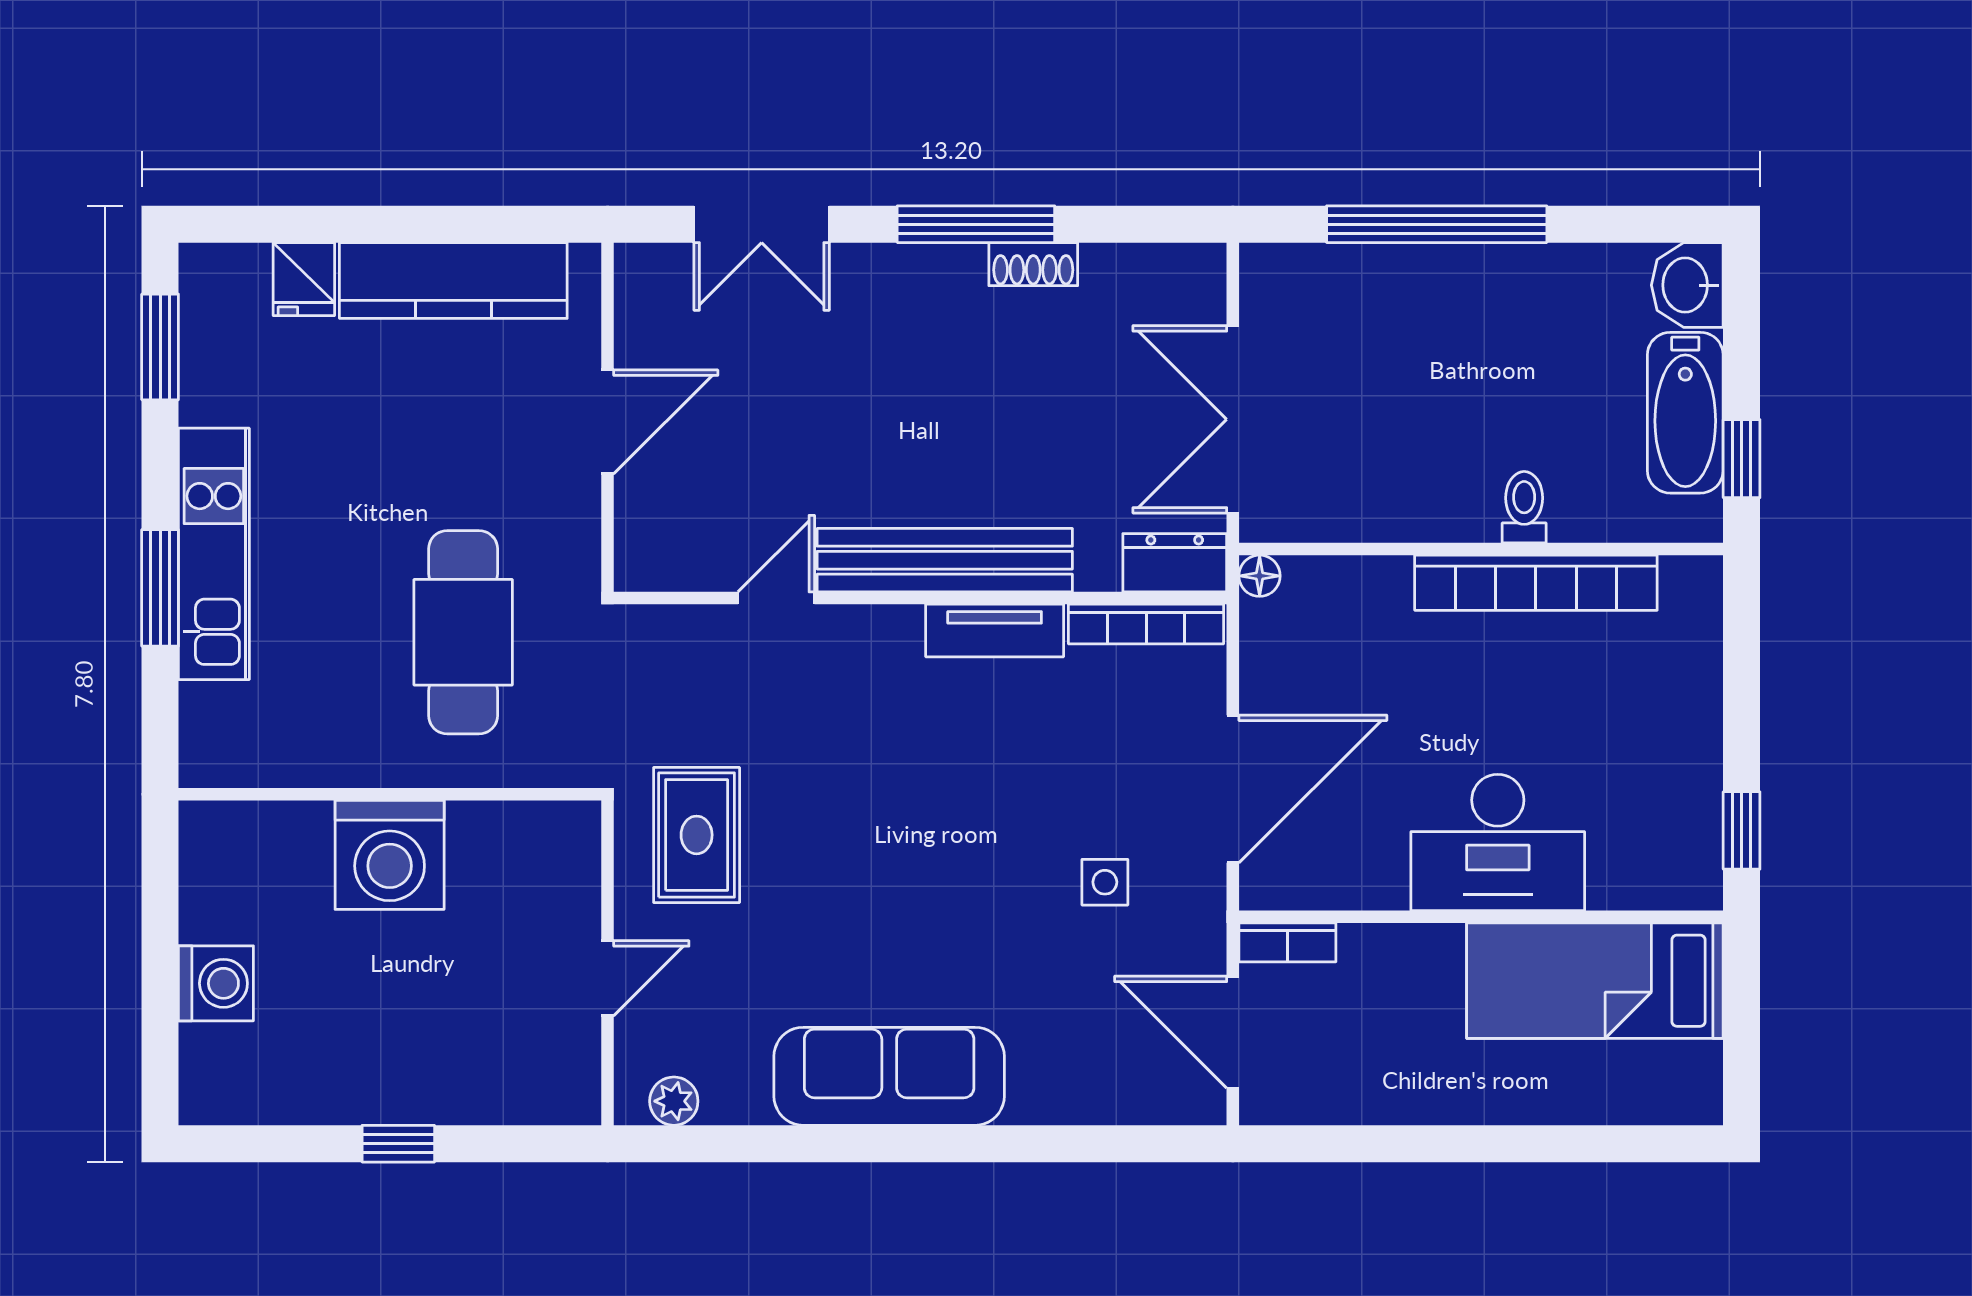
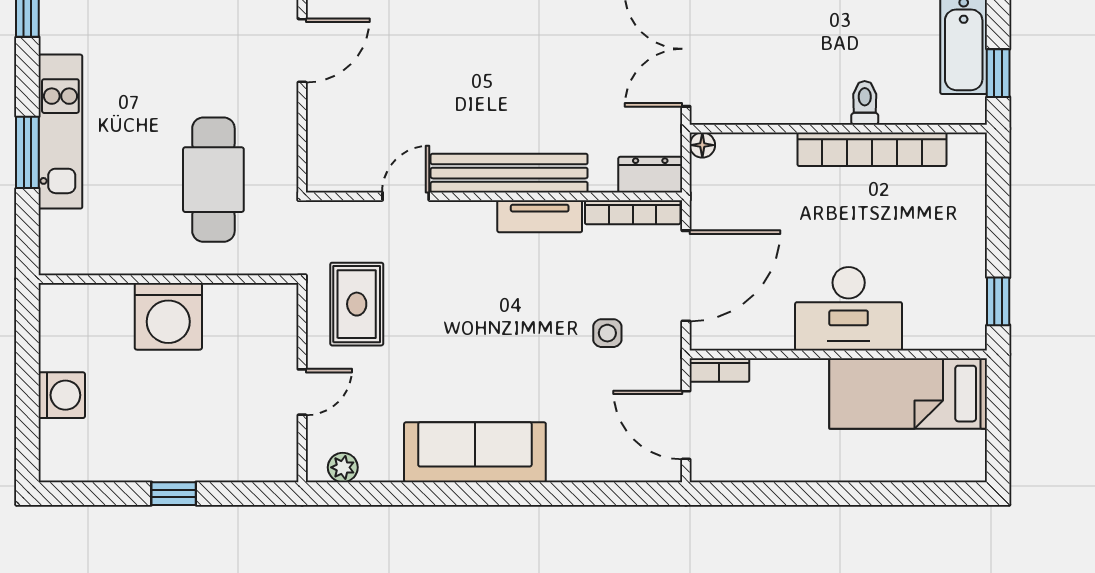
bench: (945, 560) -> (509, 173), moved
dresser: (1175, 563) -> (650, 175), moved
door: (776, 598) -> (406, 196), moved
wall: (920, 598) -> (494, 196), moved
bookcase: (1146, 624) -> (633, 212), moved
tv unit: (995, 631) -> (540, 216), moved

